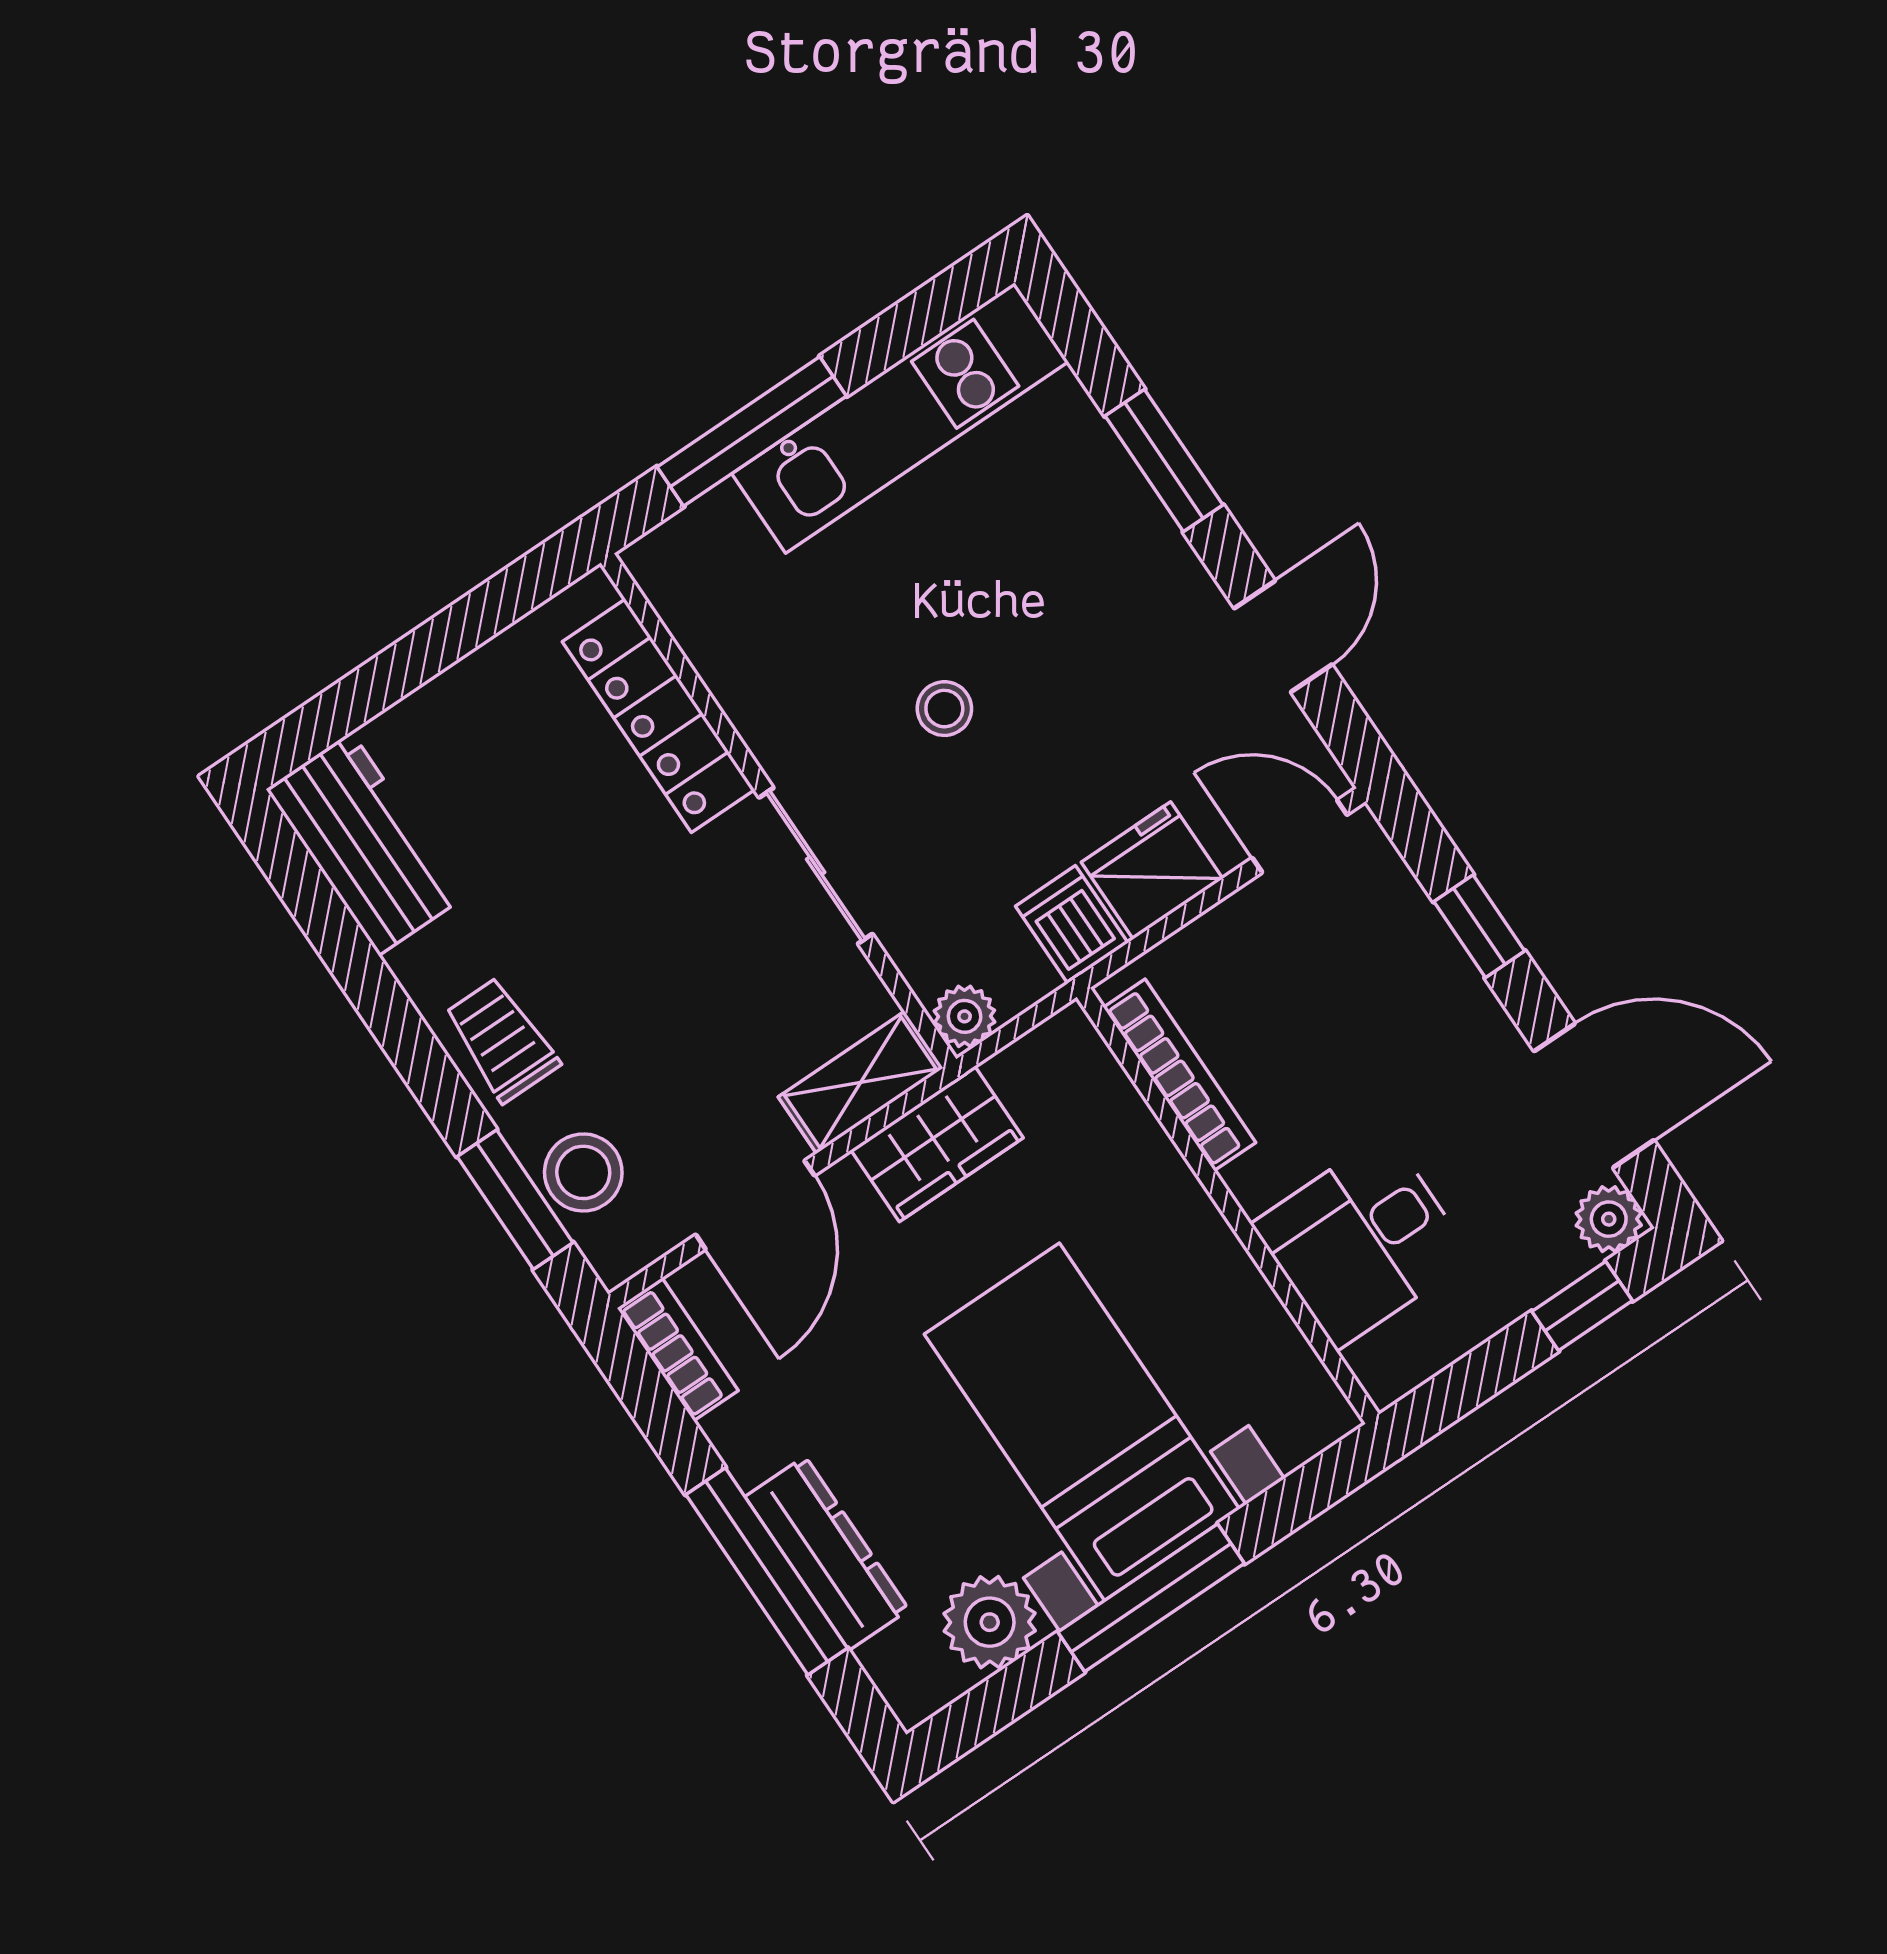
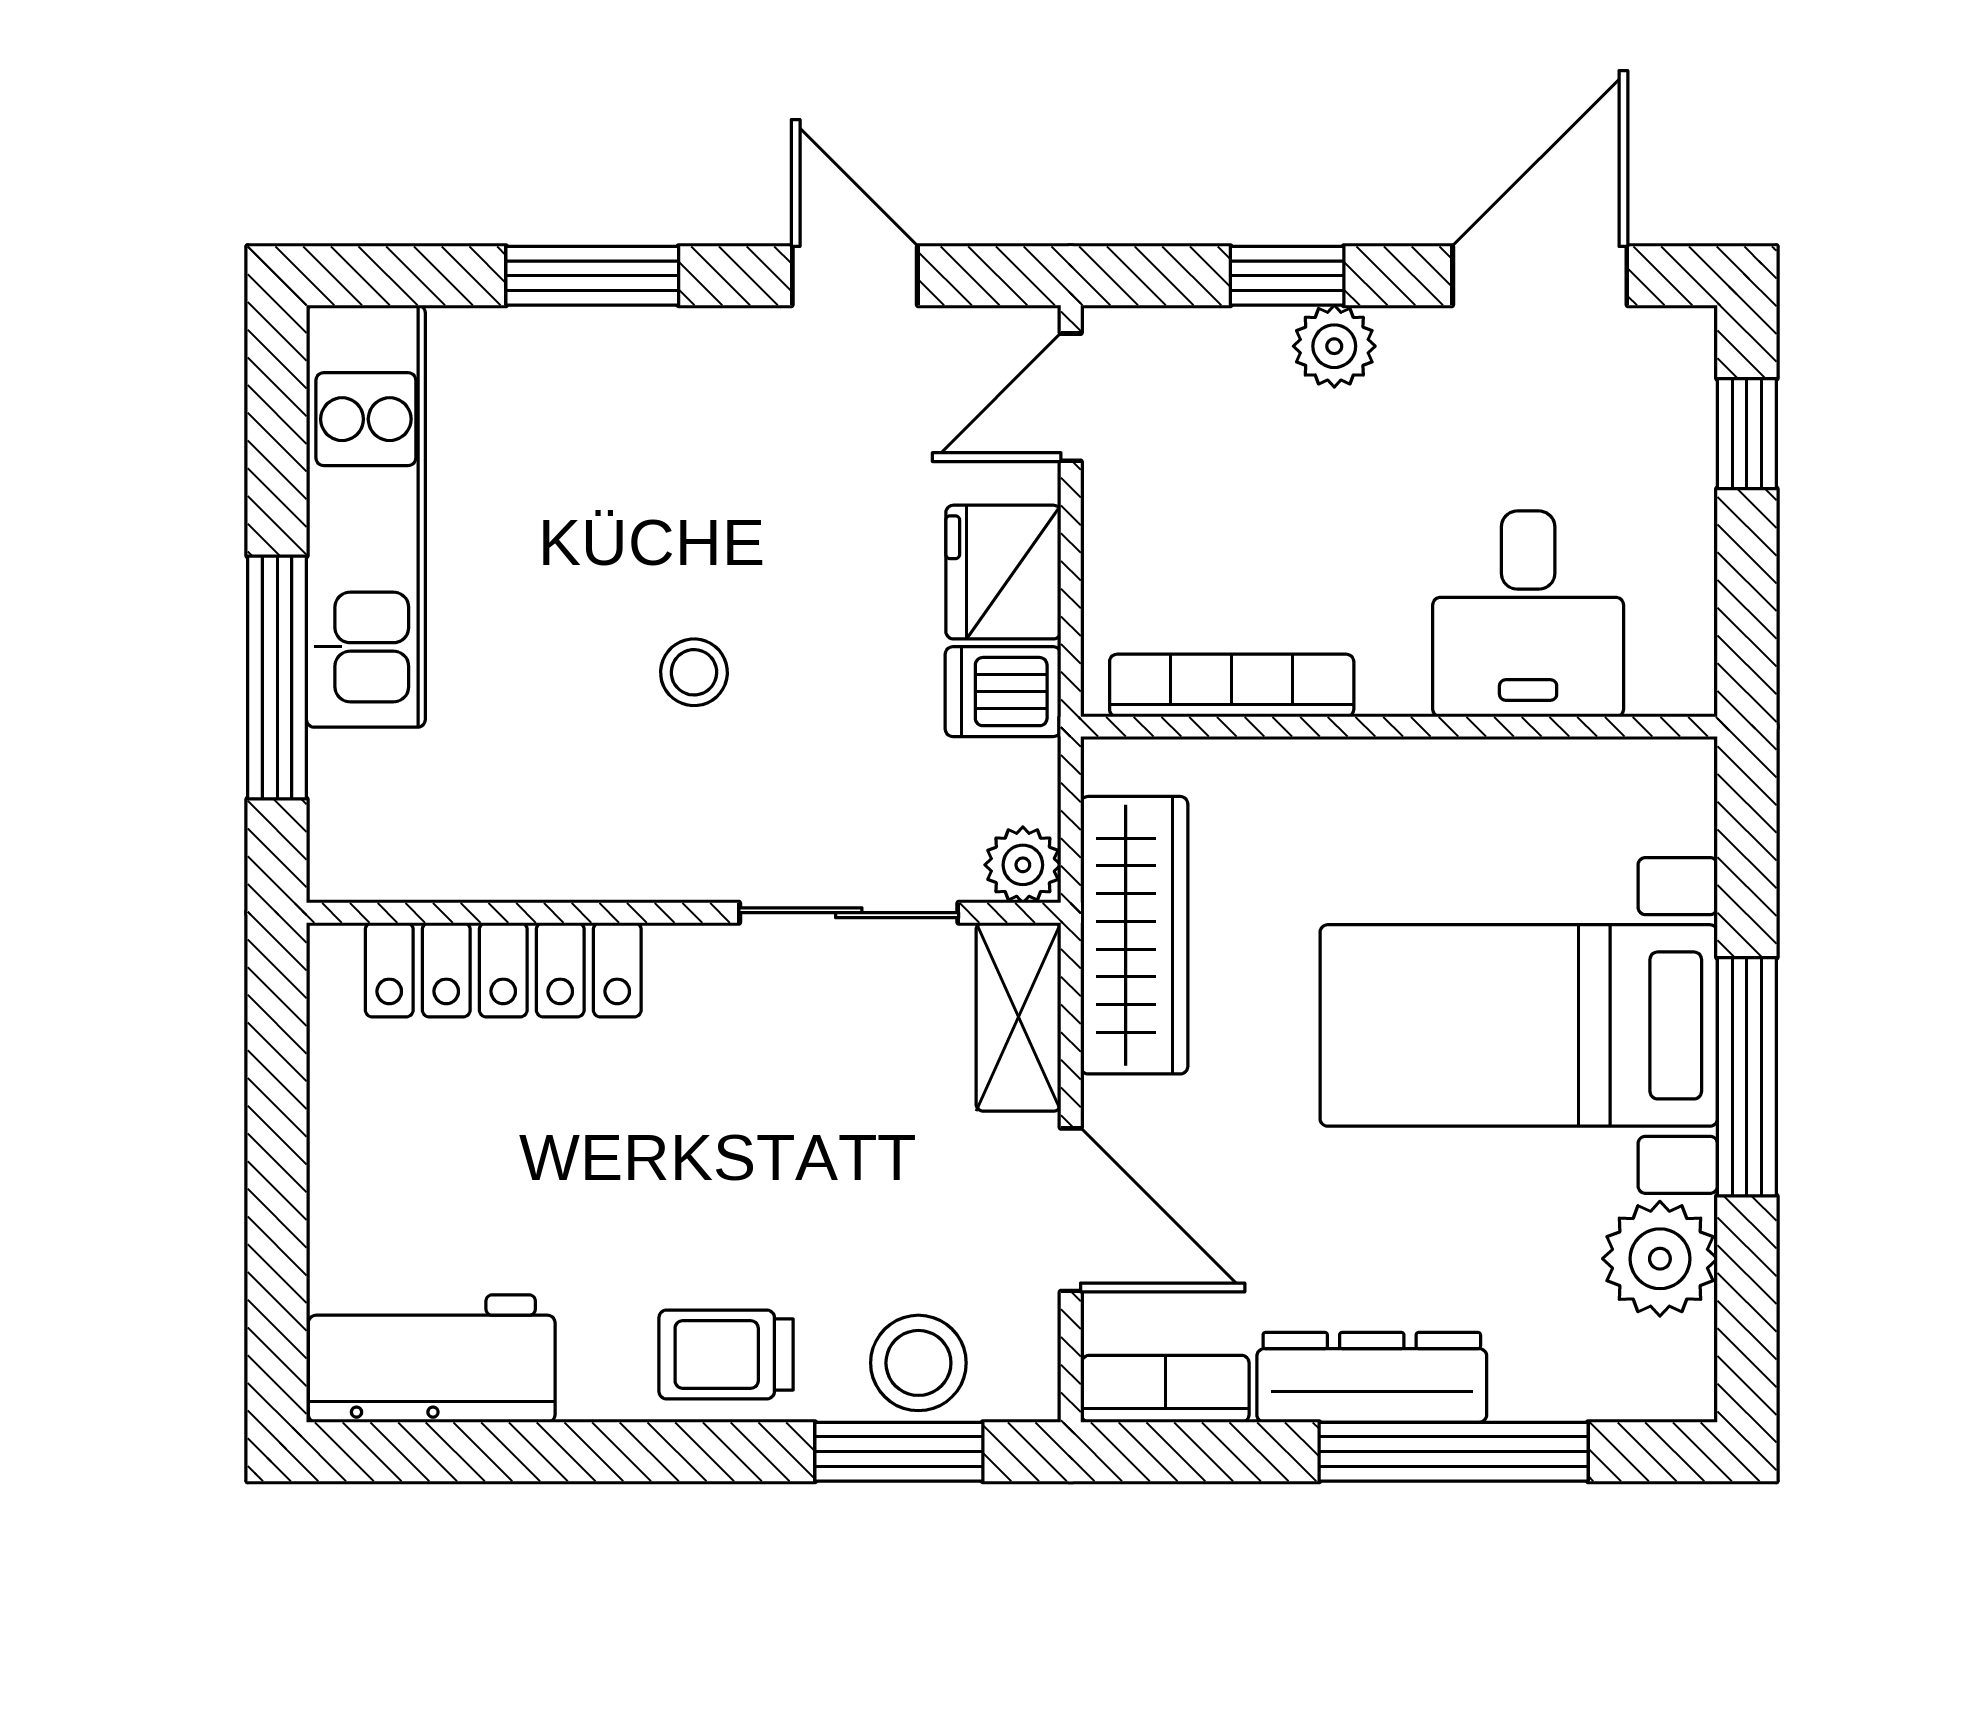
sliding door: (816, 866) -> (849, 913), moved
wardrobe: (937, 1144) -> (1134, 935), width x1.50
plant: (1609, 1219) -> (1334, 346), moved
dresser: (827, 1553) -> (1372, 1377), moved

